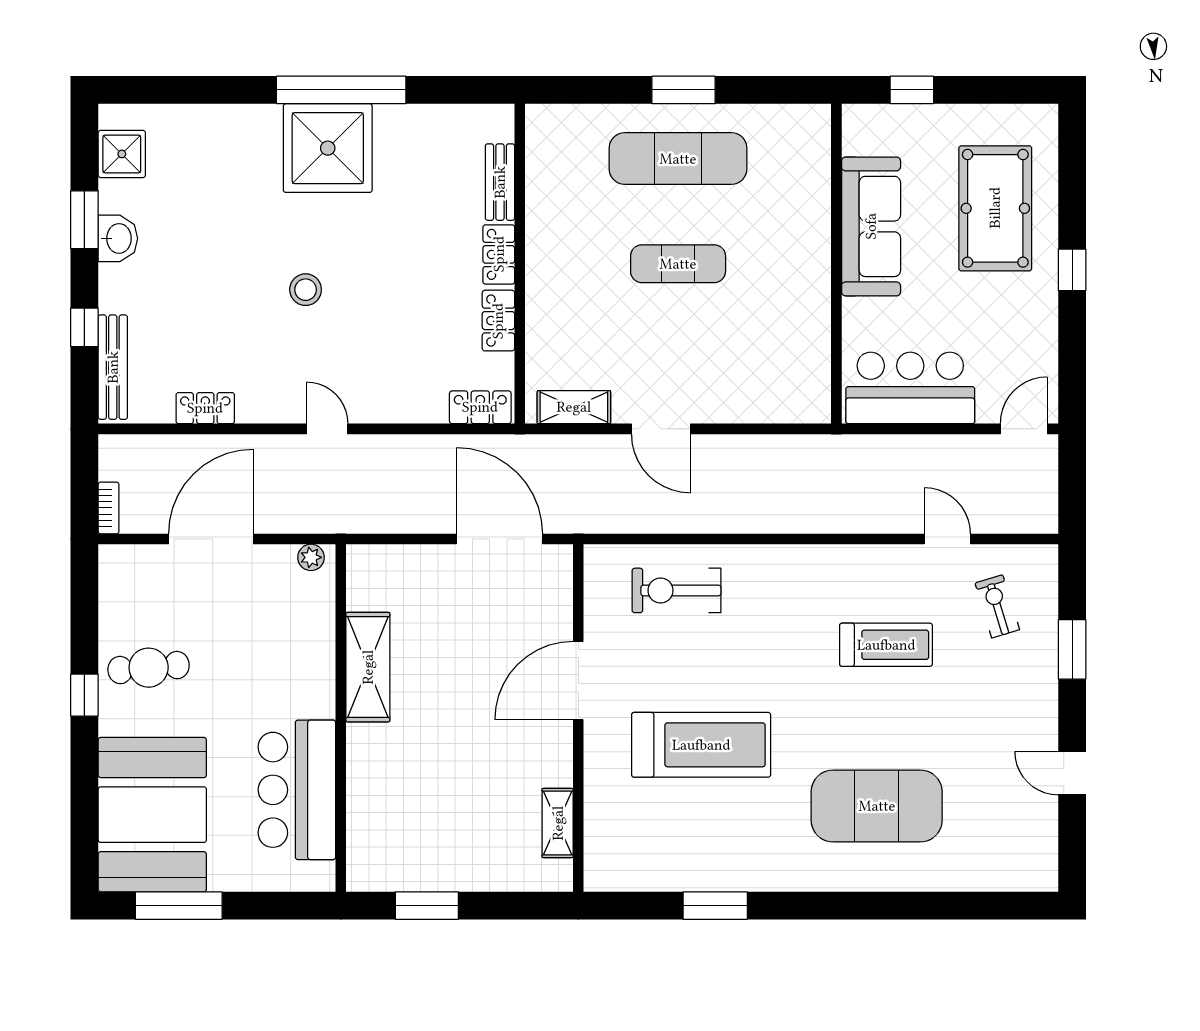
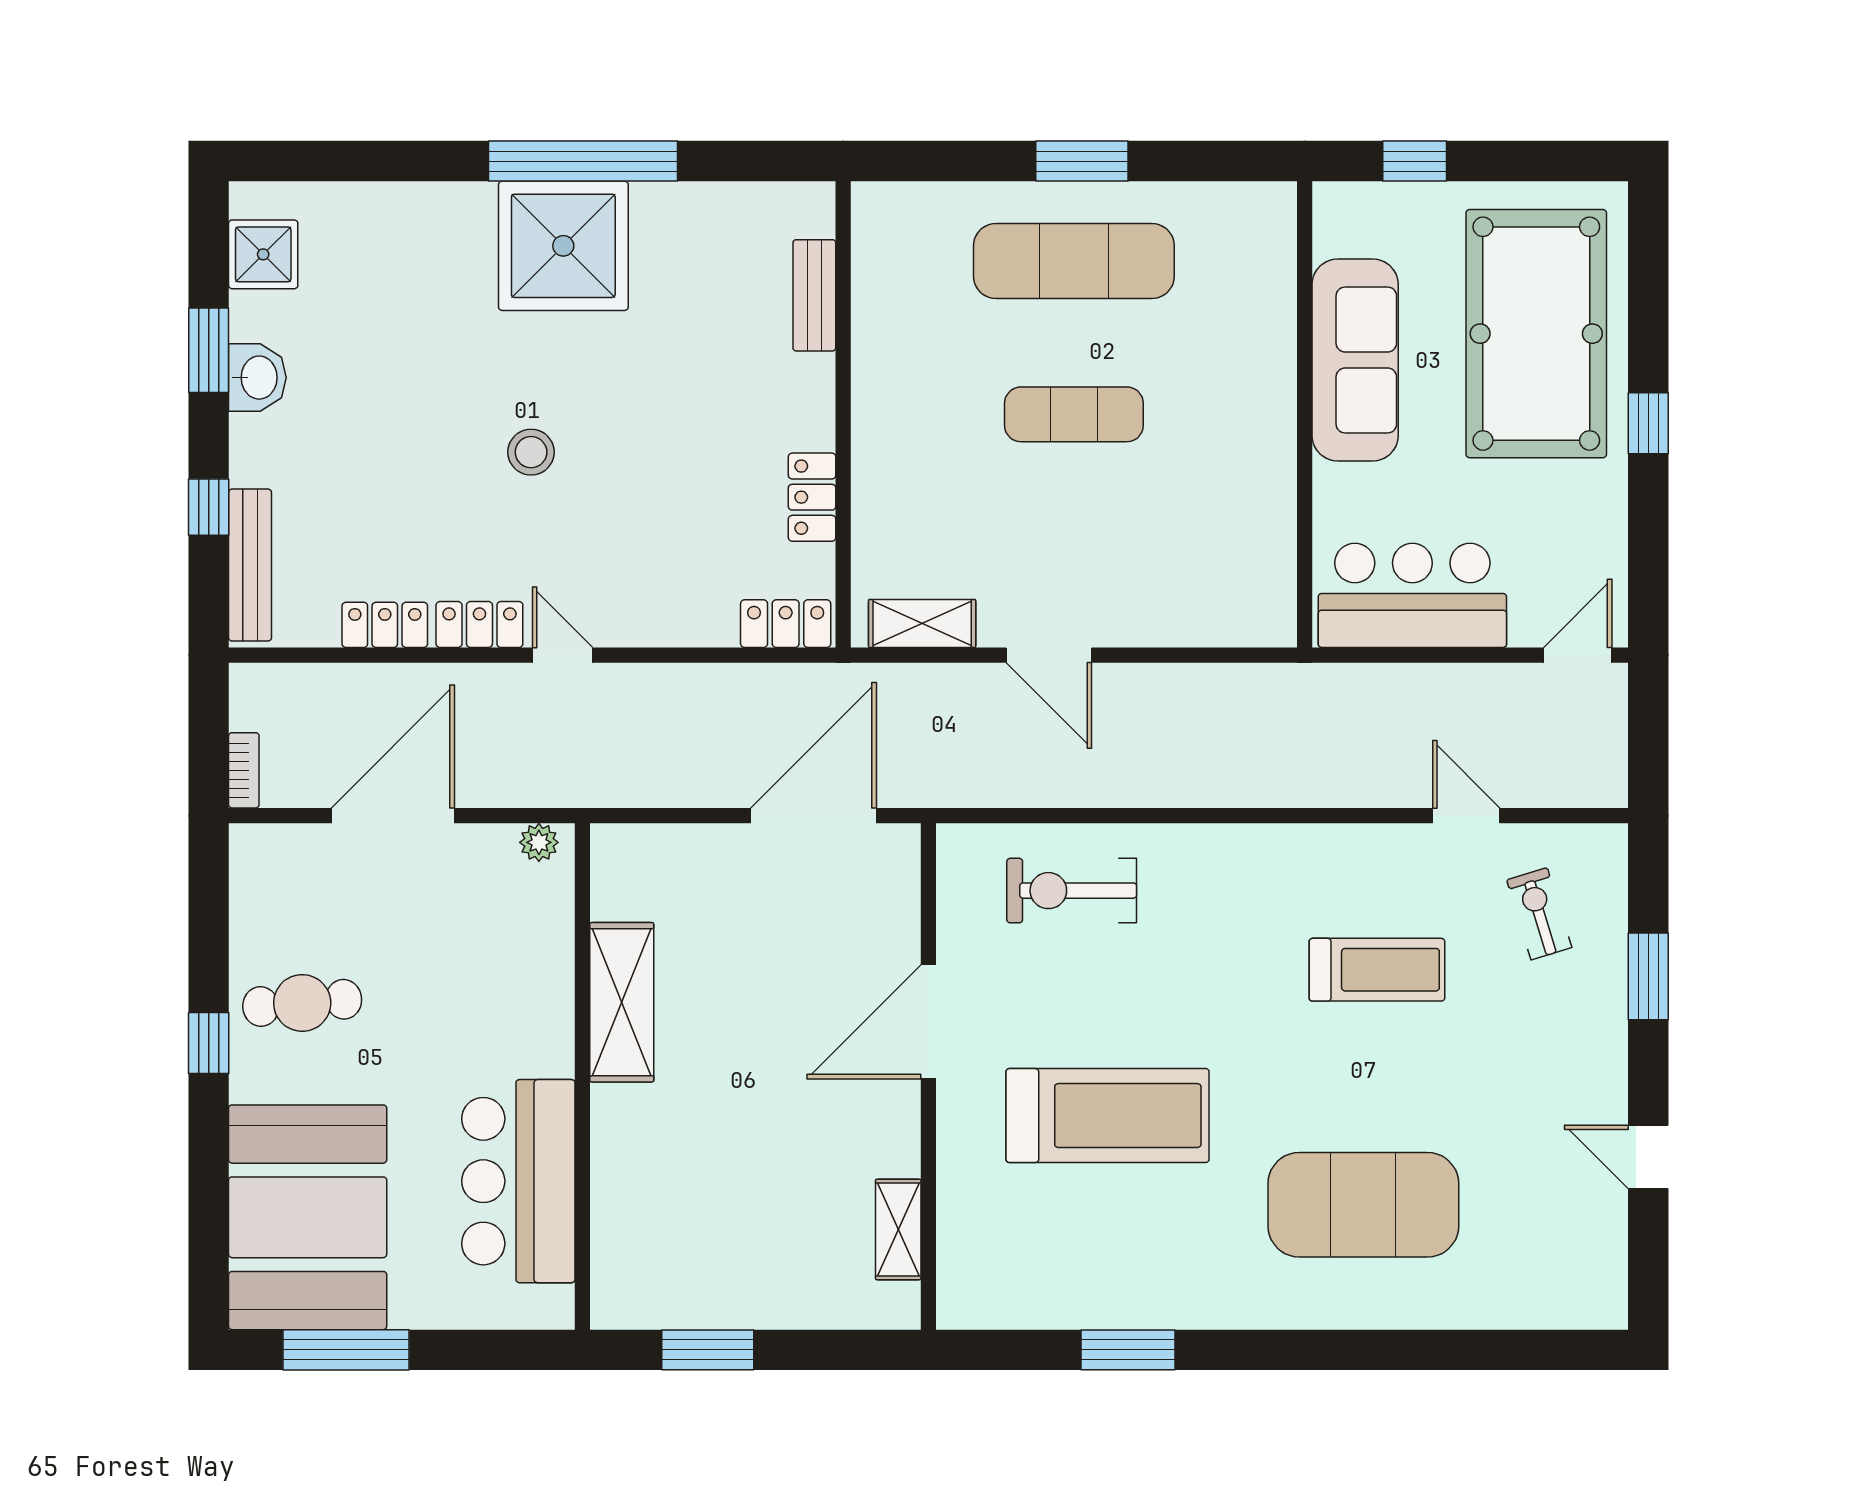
pool table: (995, 208) -> (1536, 334), width x1.36, depth x1.32
locker: (499, 254) -> (479, 625), moved, turned 90
door: (499, 539) -> (814, 816), hinge flipped

